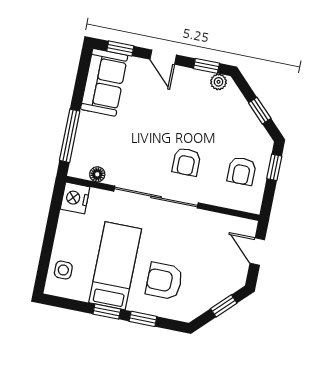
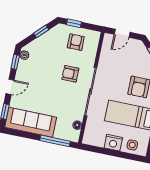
sofa: (104, 82) -> (31, 122), width x1.36
armchair: (186, 162) -> (70, 74), turned 180
armchair: (242, 171) -> (76, 42), turned -90
nightstand: (75, 198) -> (113, 143), moved

